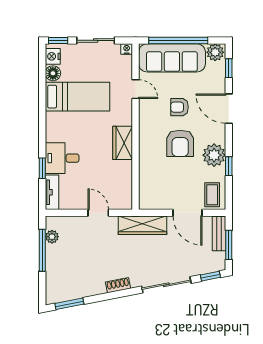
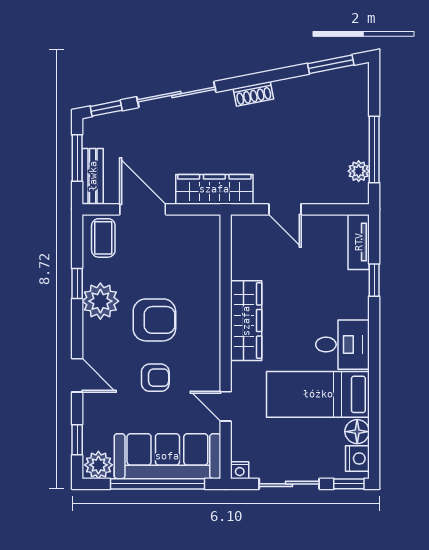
door: (229, 109) -> (77, 375), width x0.73
wardrobe: (123, 143) -> (246, 321), width x1.50
armchair: (180, 143) -> (154, 320), turned 90
desk: (62, 158) -> (342, 345), moved

